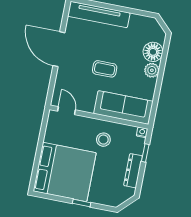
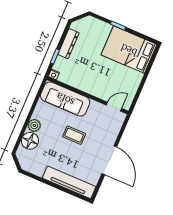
door: (67, 111) -> (114, 107), swing flipped
stool: (103, 140) -> (88, 75), removed
bed: (65, 172) -> (129, 50), width x0.73

